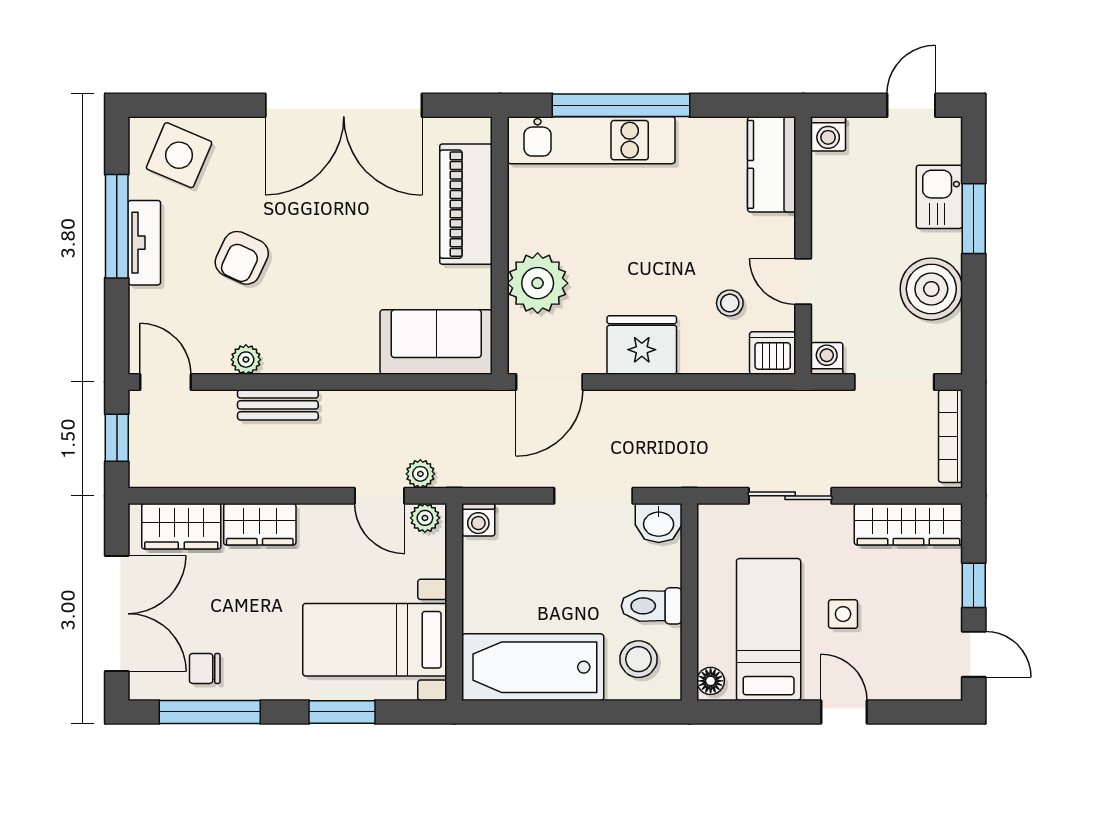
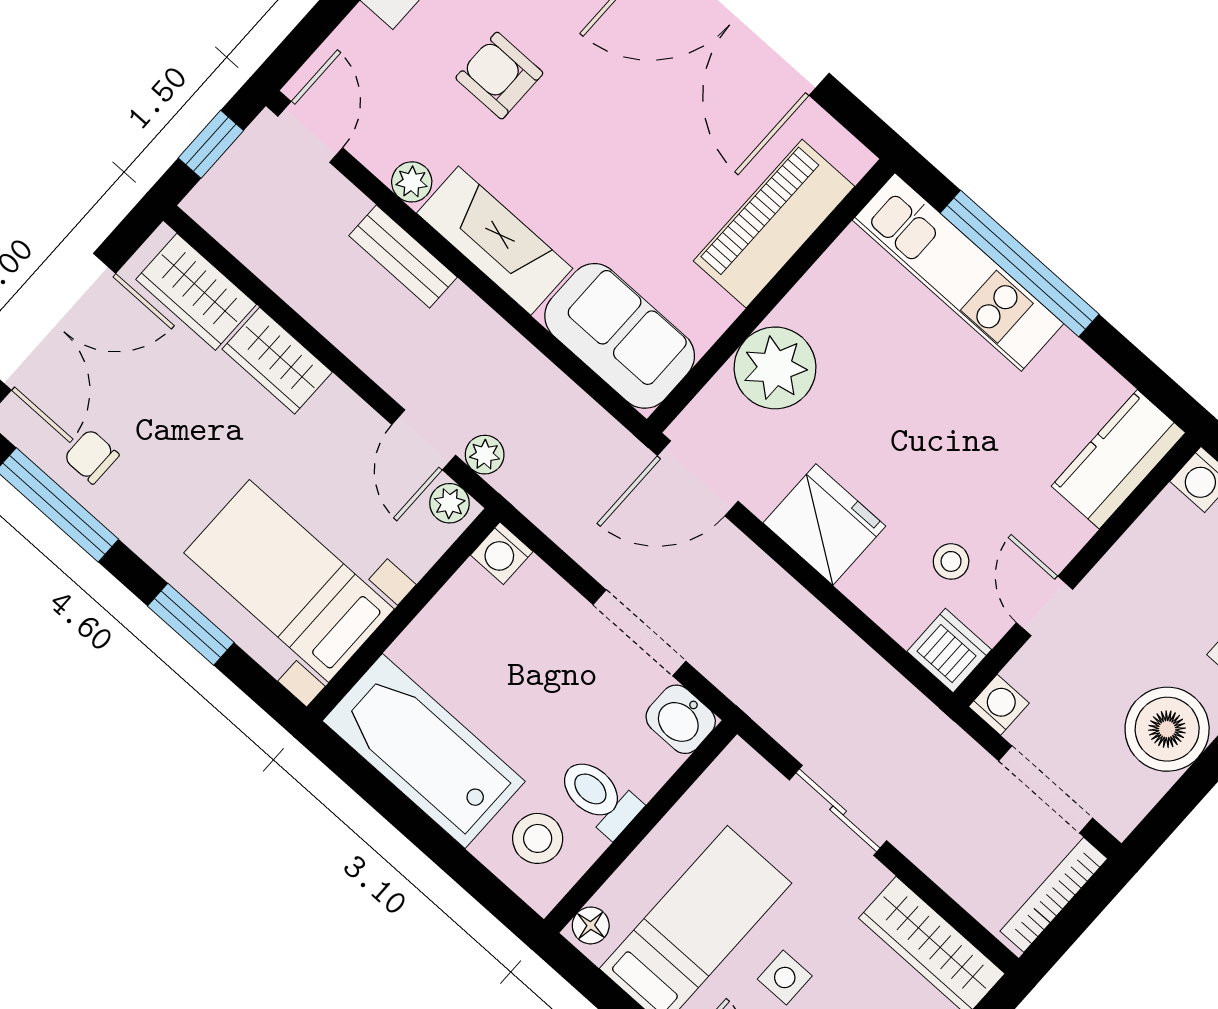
armchair: (242, 258) -> (499, 76), turned 65
fireplace: (320, 351) -> (495, 241), added

